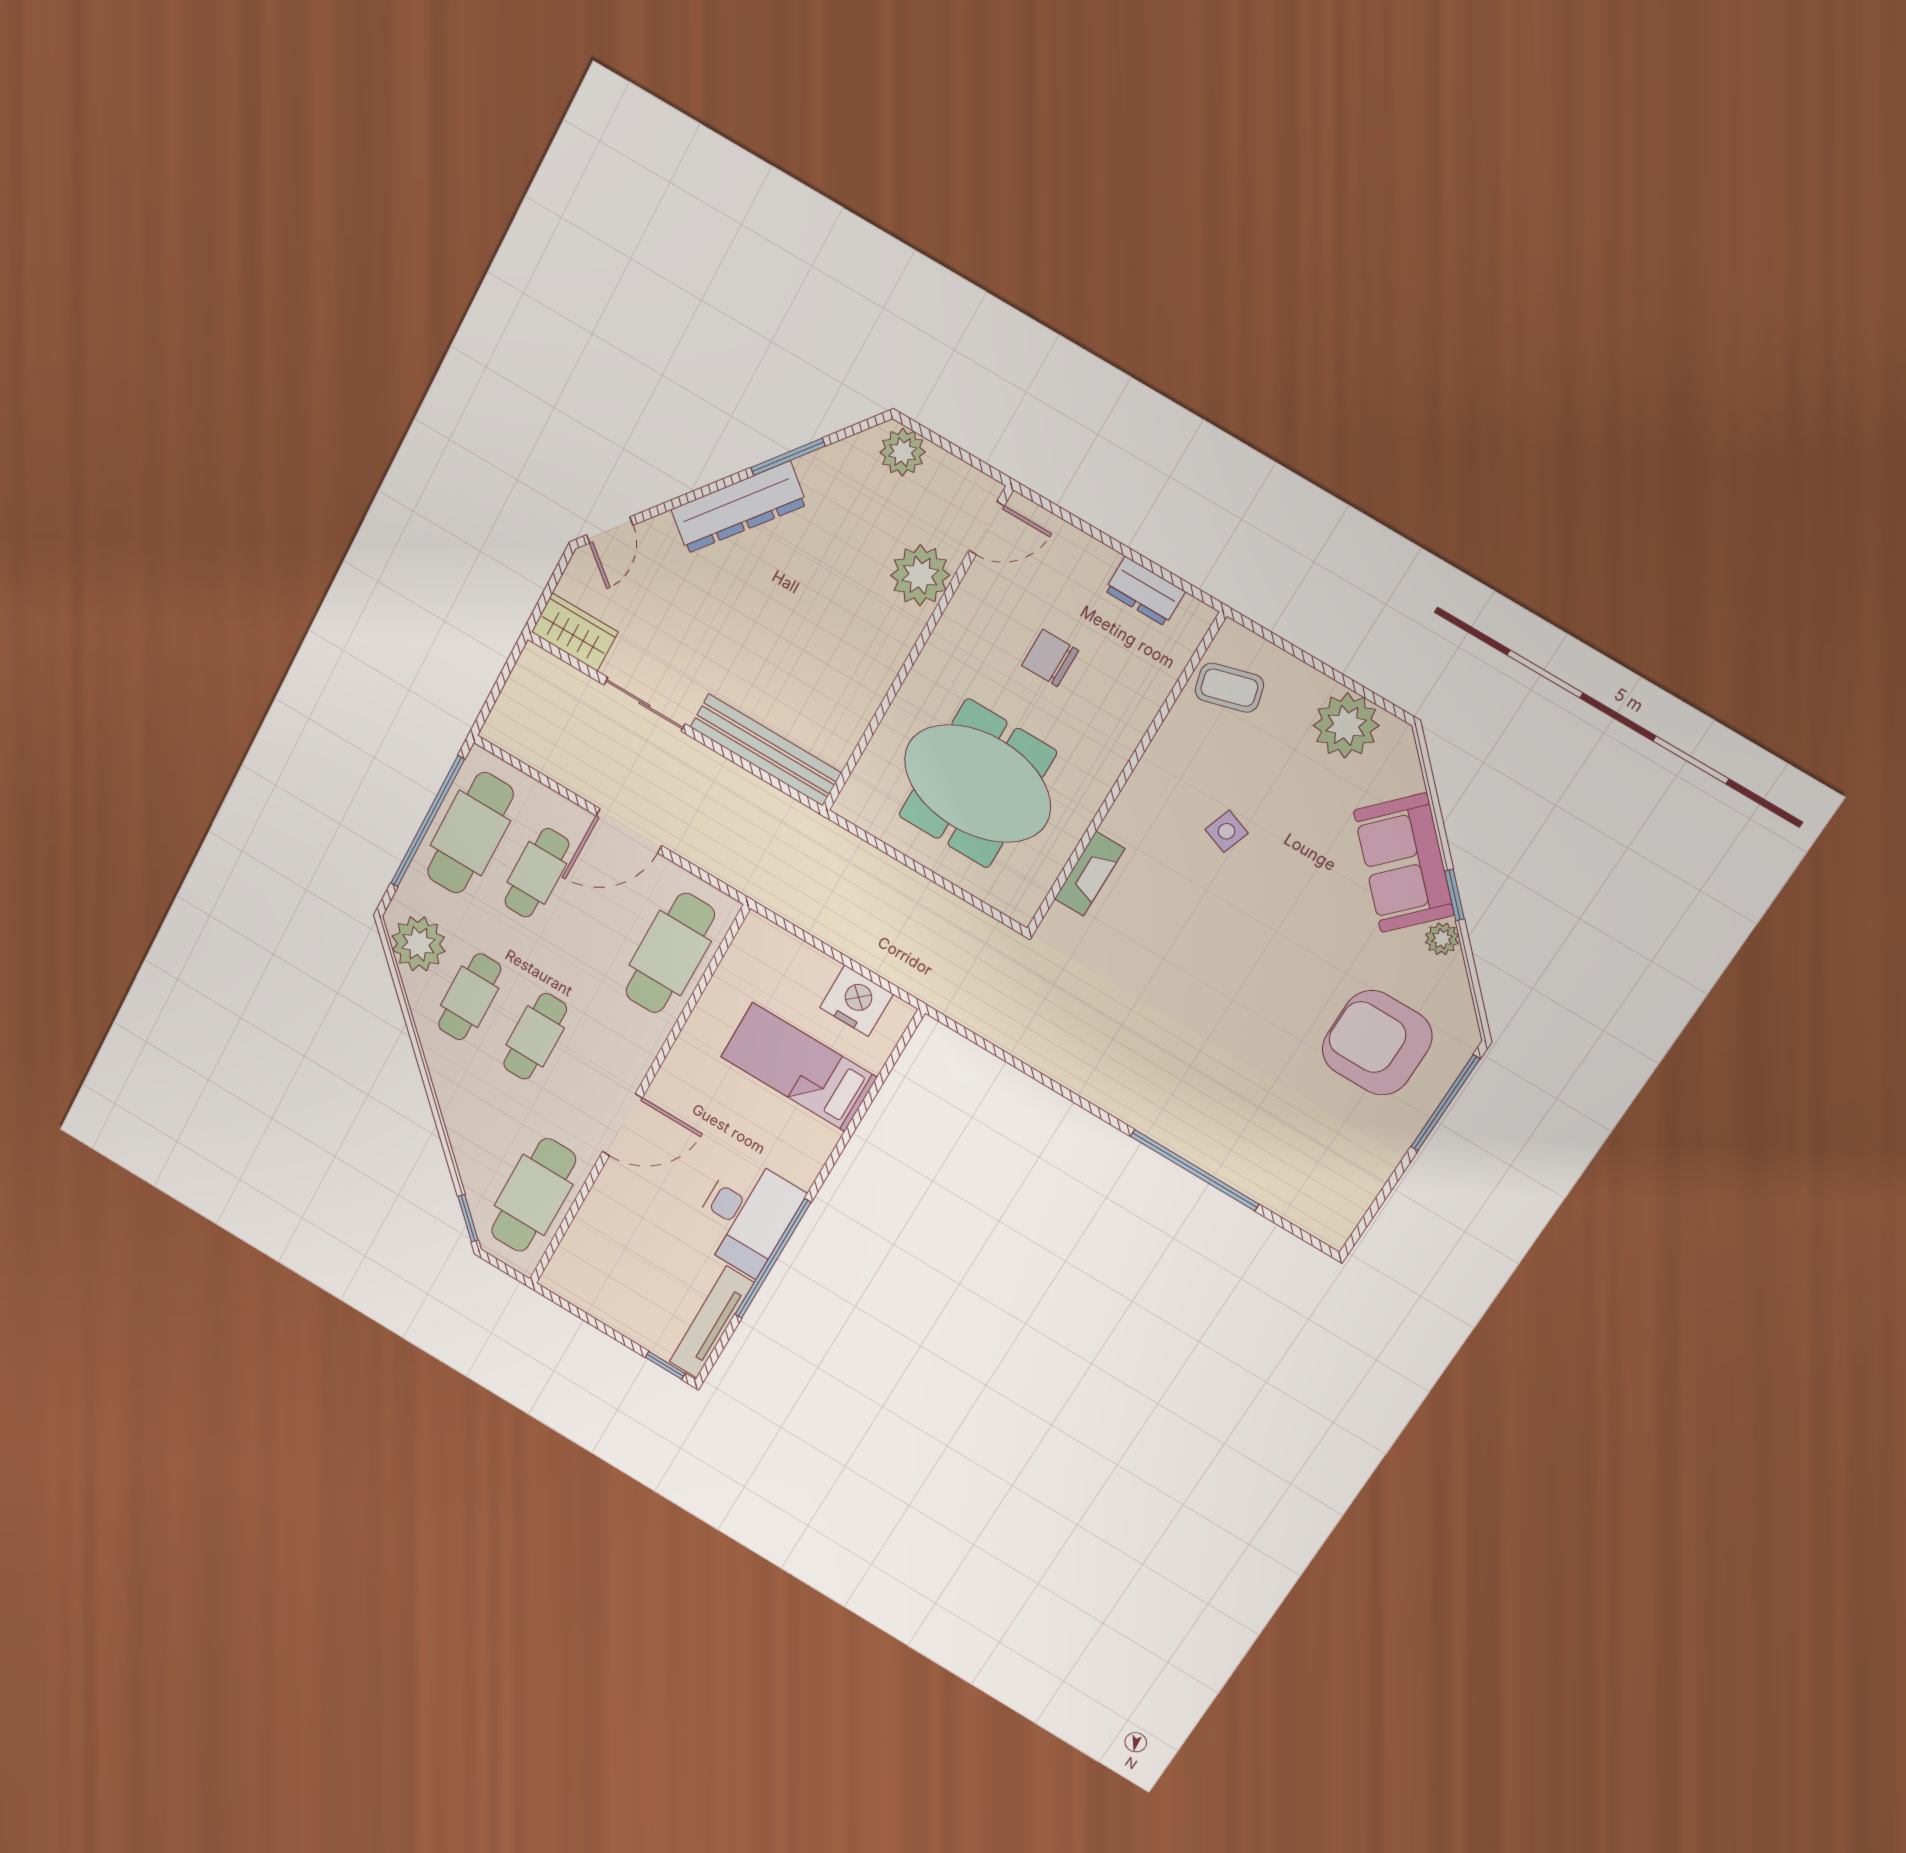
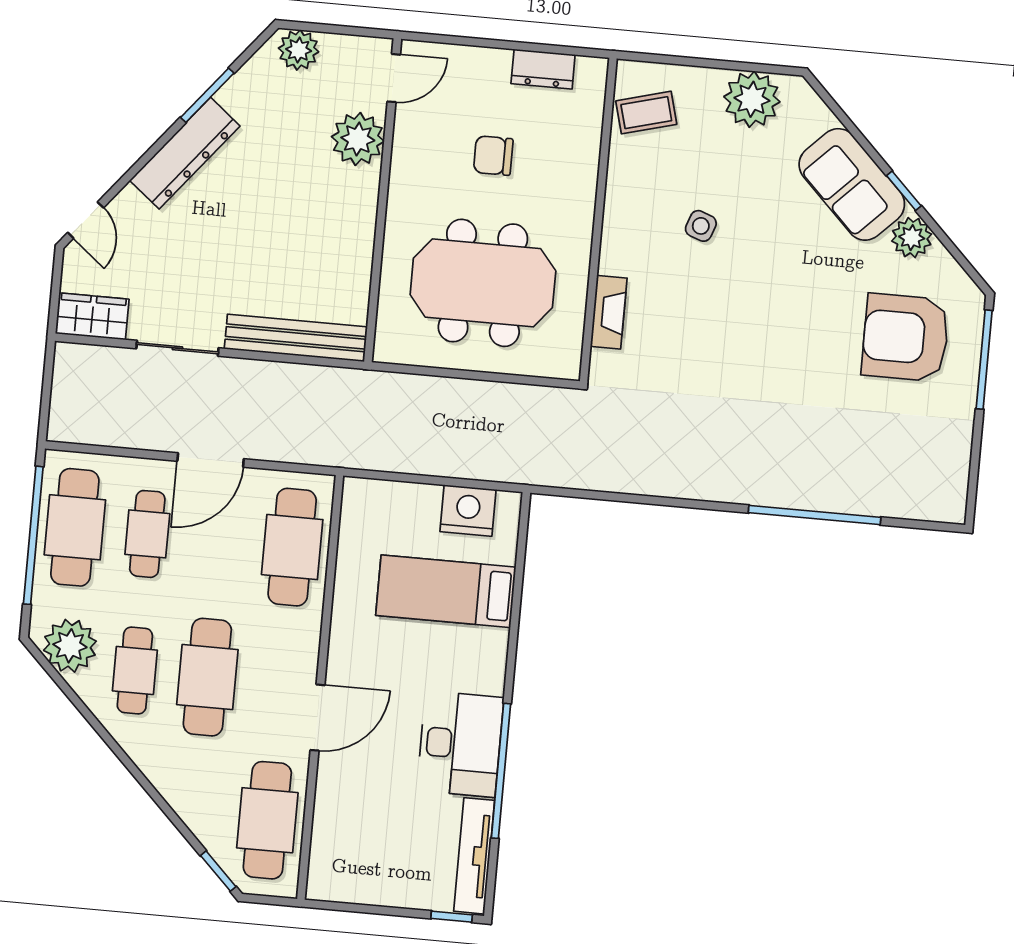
plant: (1442, 939) -> (912, 238), width x1.38, depth x1.38
cafe table: (535, 1036) -> (207, 677), width x1.37, depth x1.35

